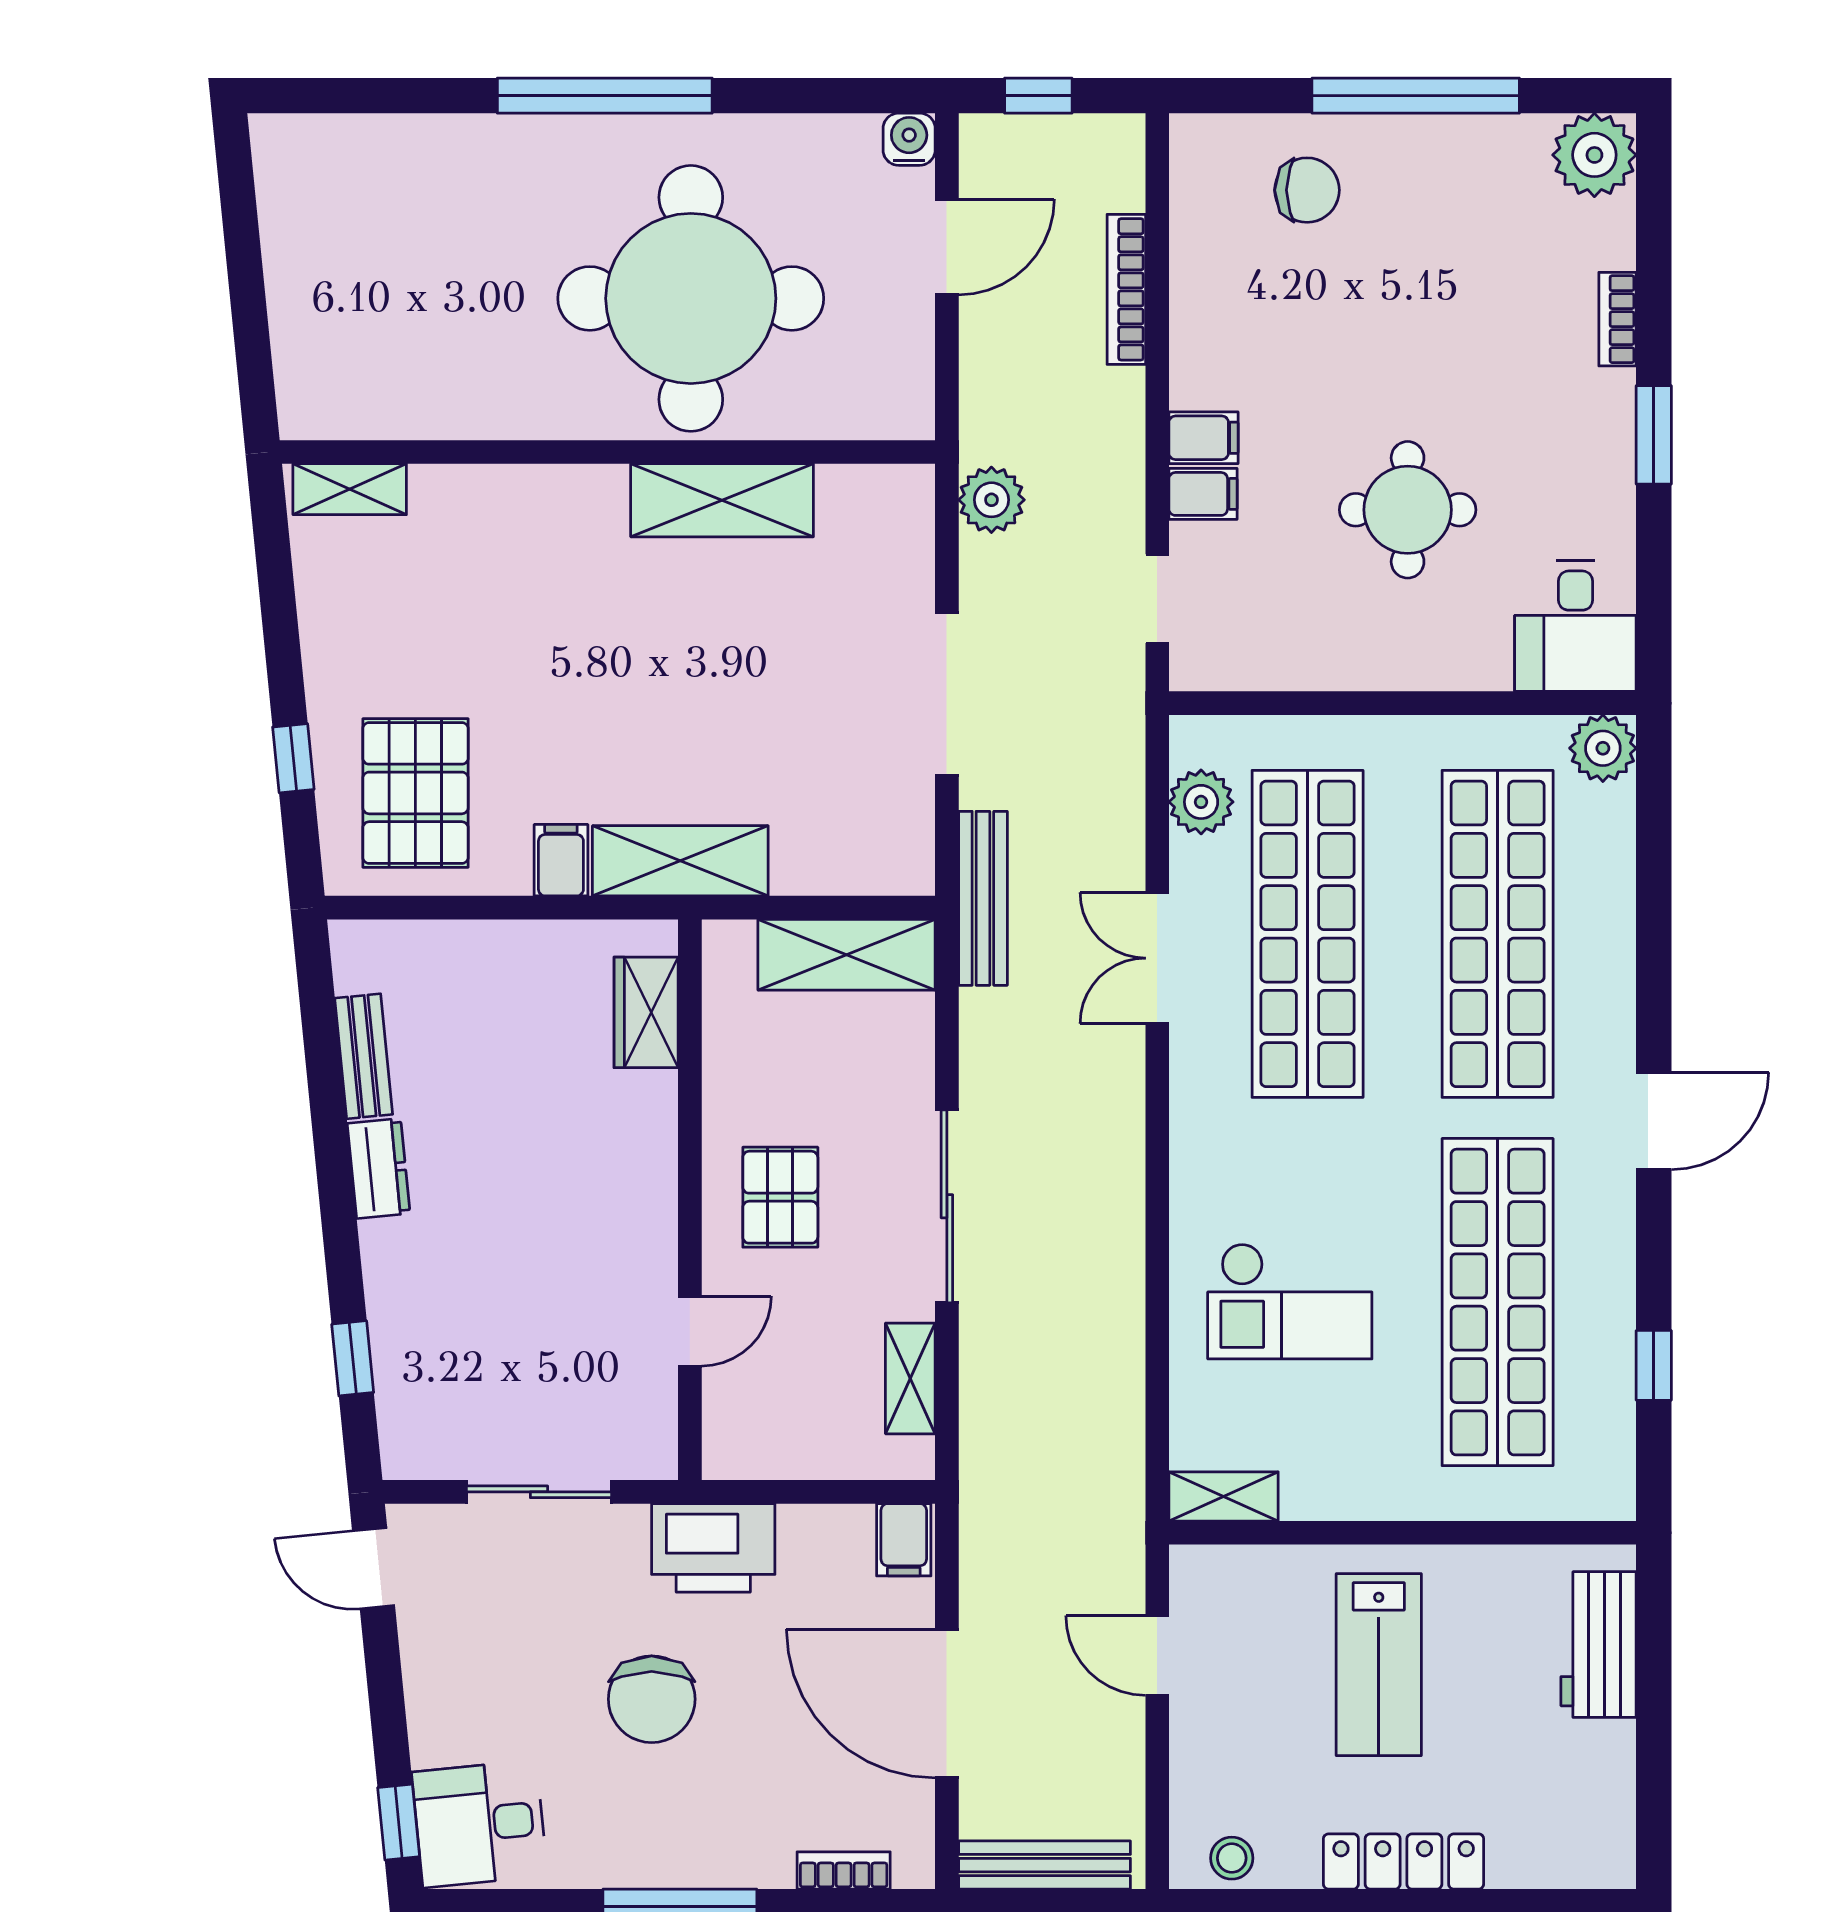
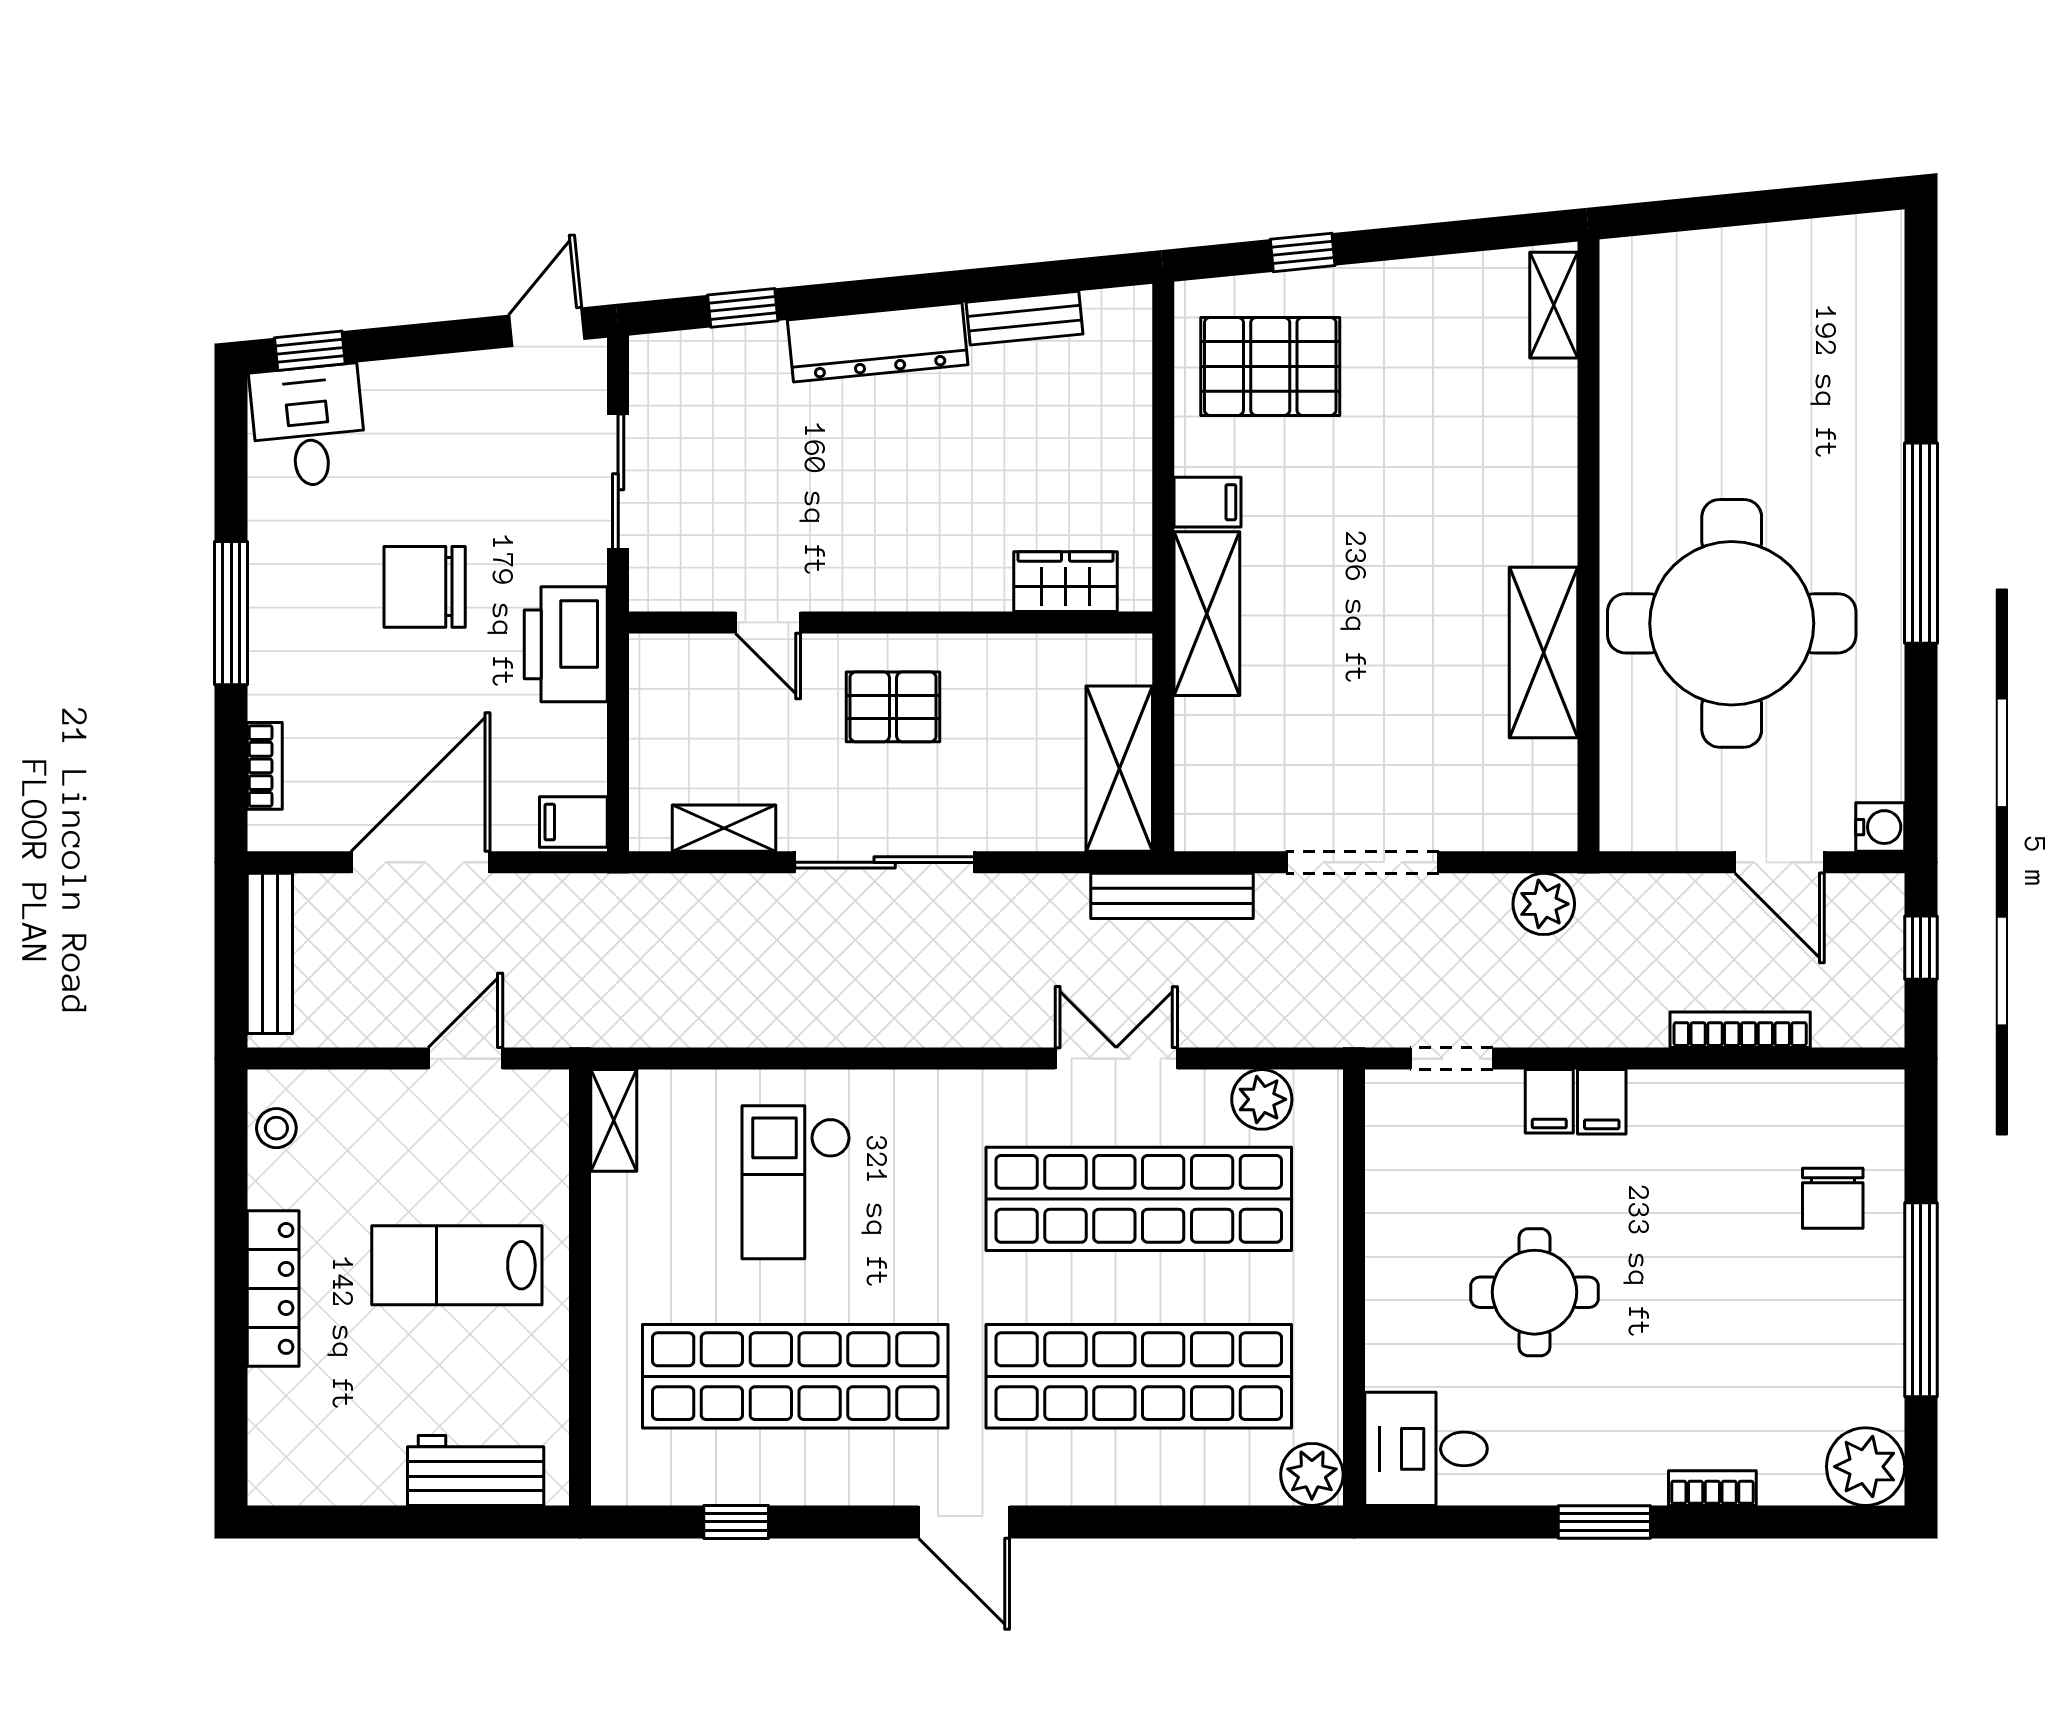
dresser: (379, 1168) -> (878, 342), width x1.96, depth x1.24

